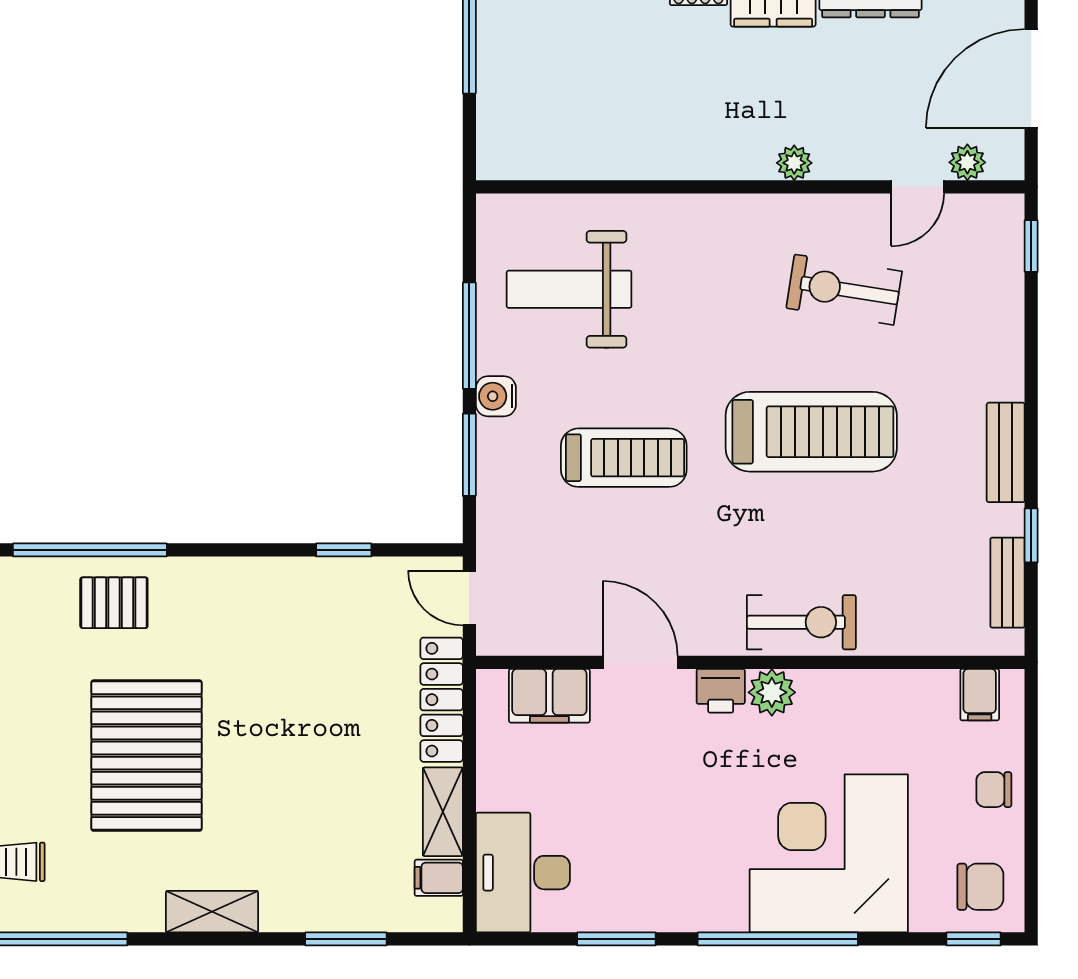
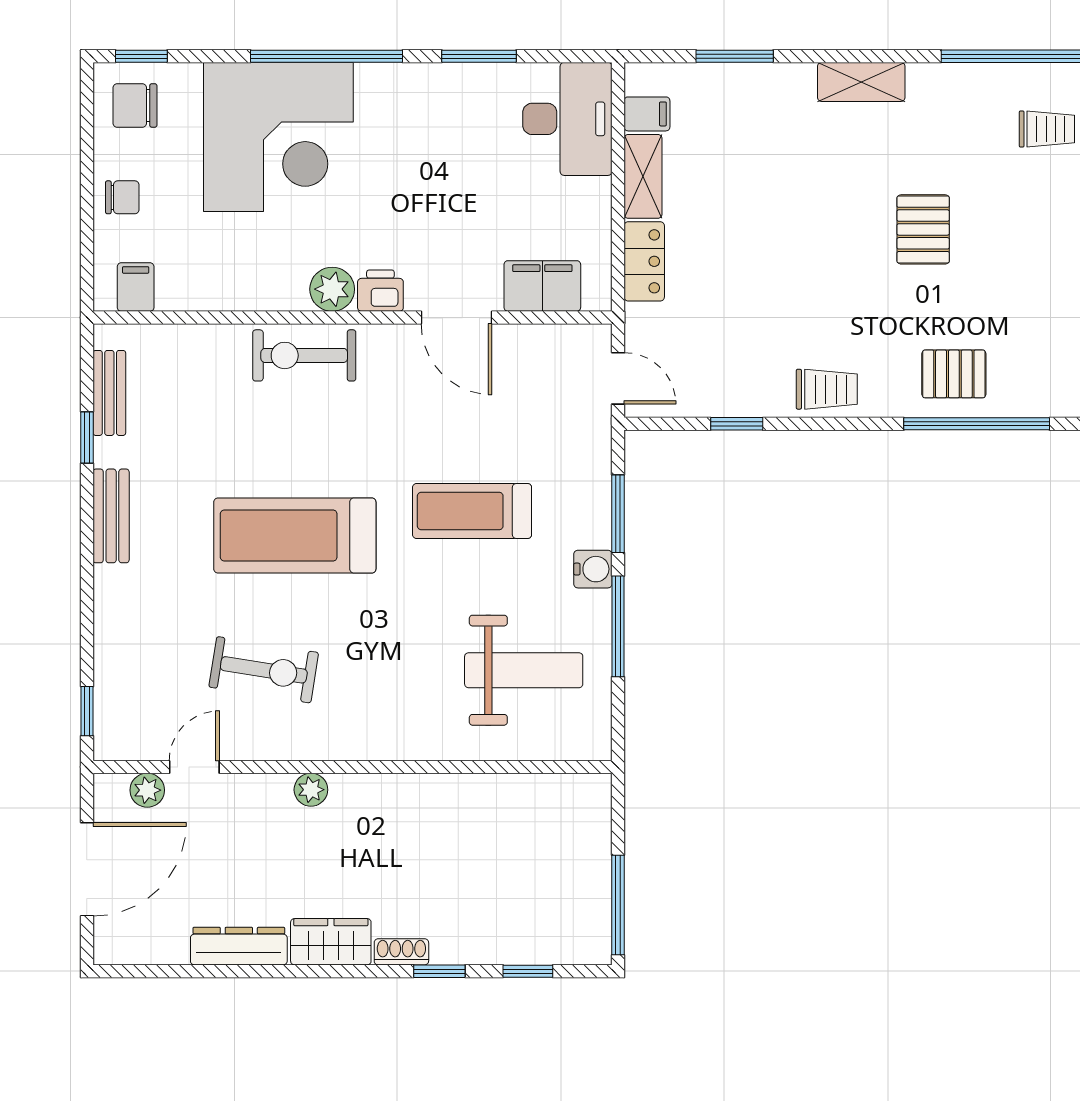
trolley: (248, 587) -> (827, 389), added
locker: (442, 700) -> (644, 261), width x0.66
pallet: (146, 756) -> (923, 229), width x0.49, depth x0.50

